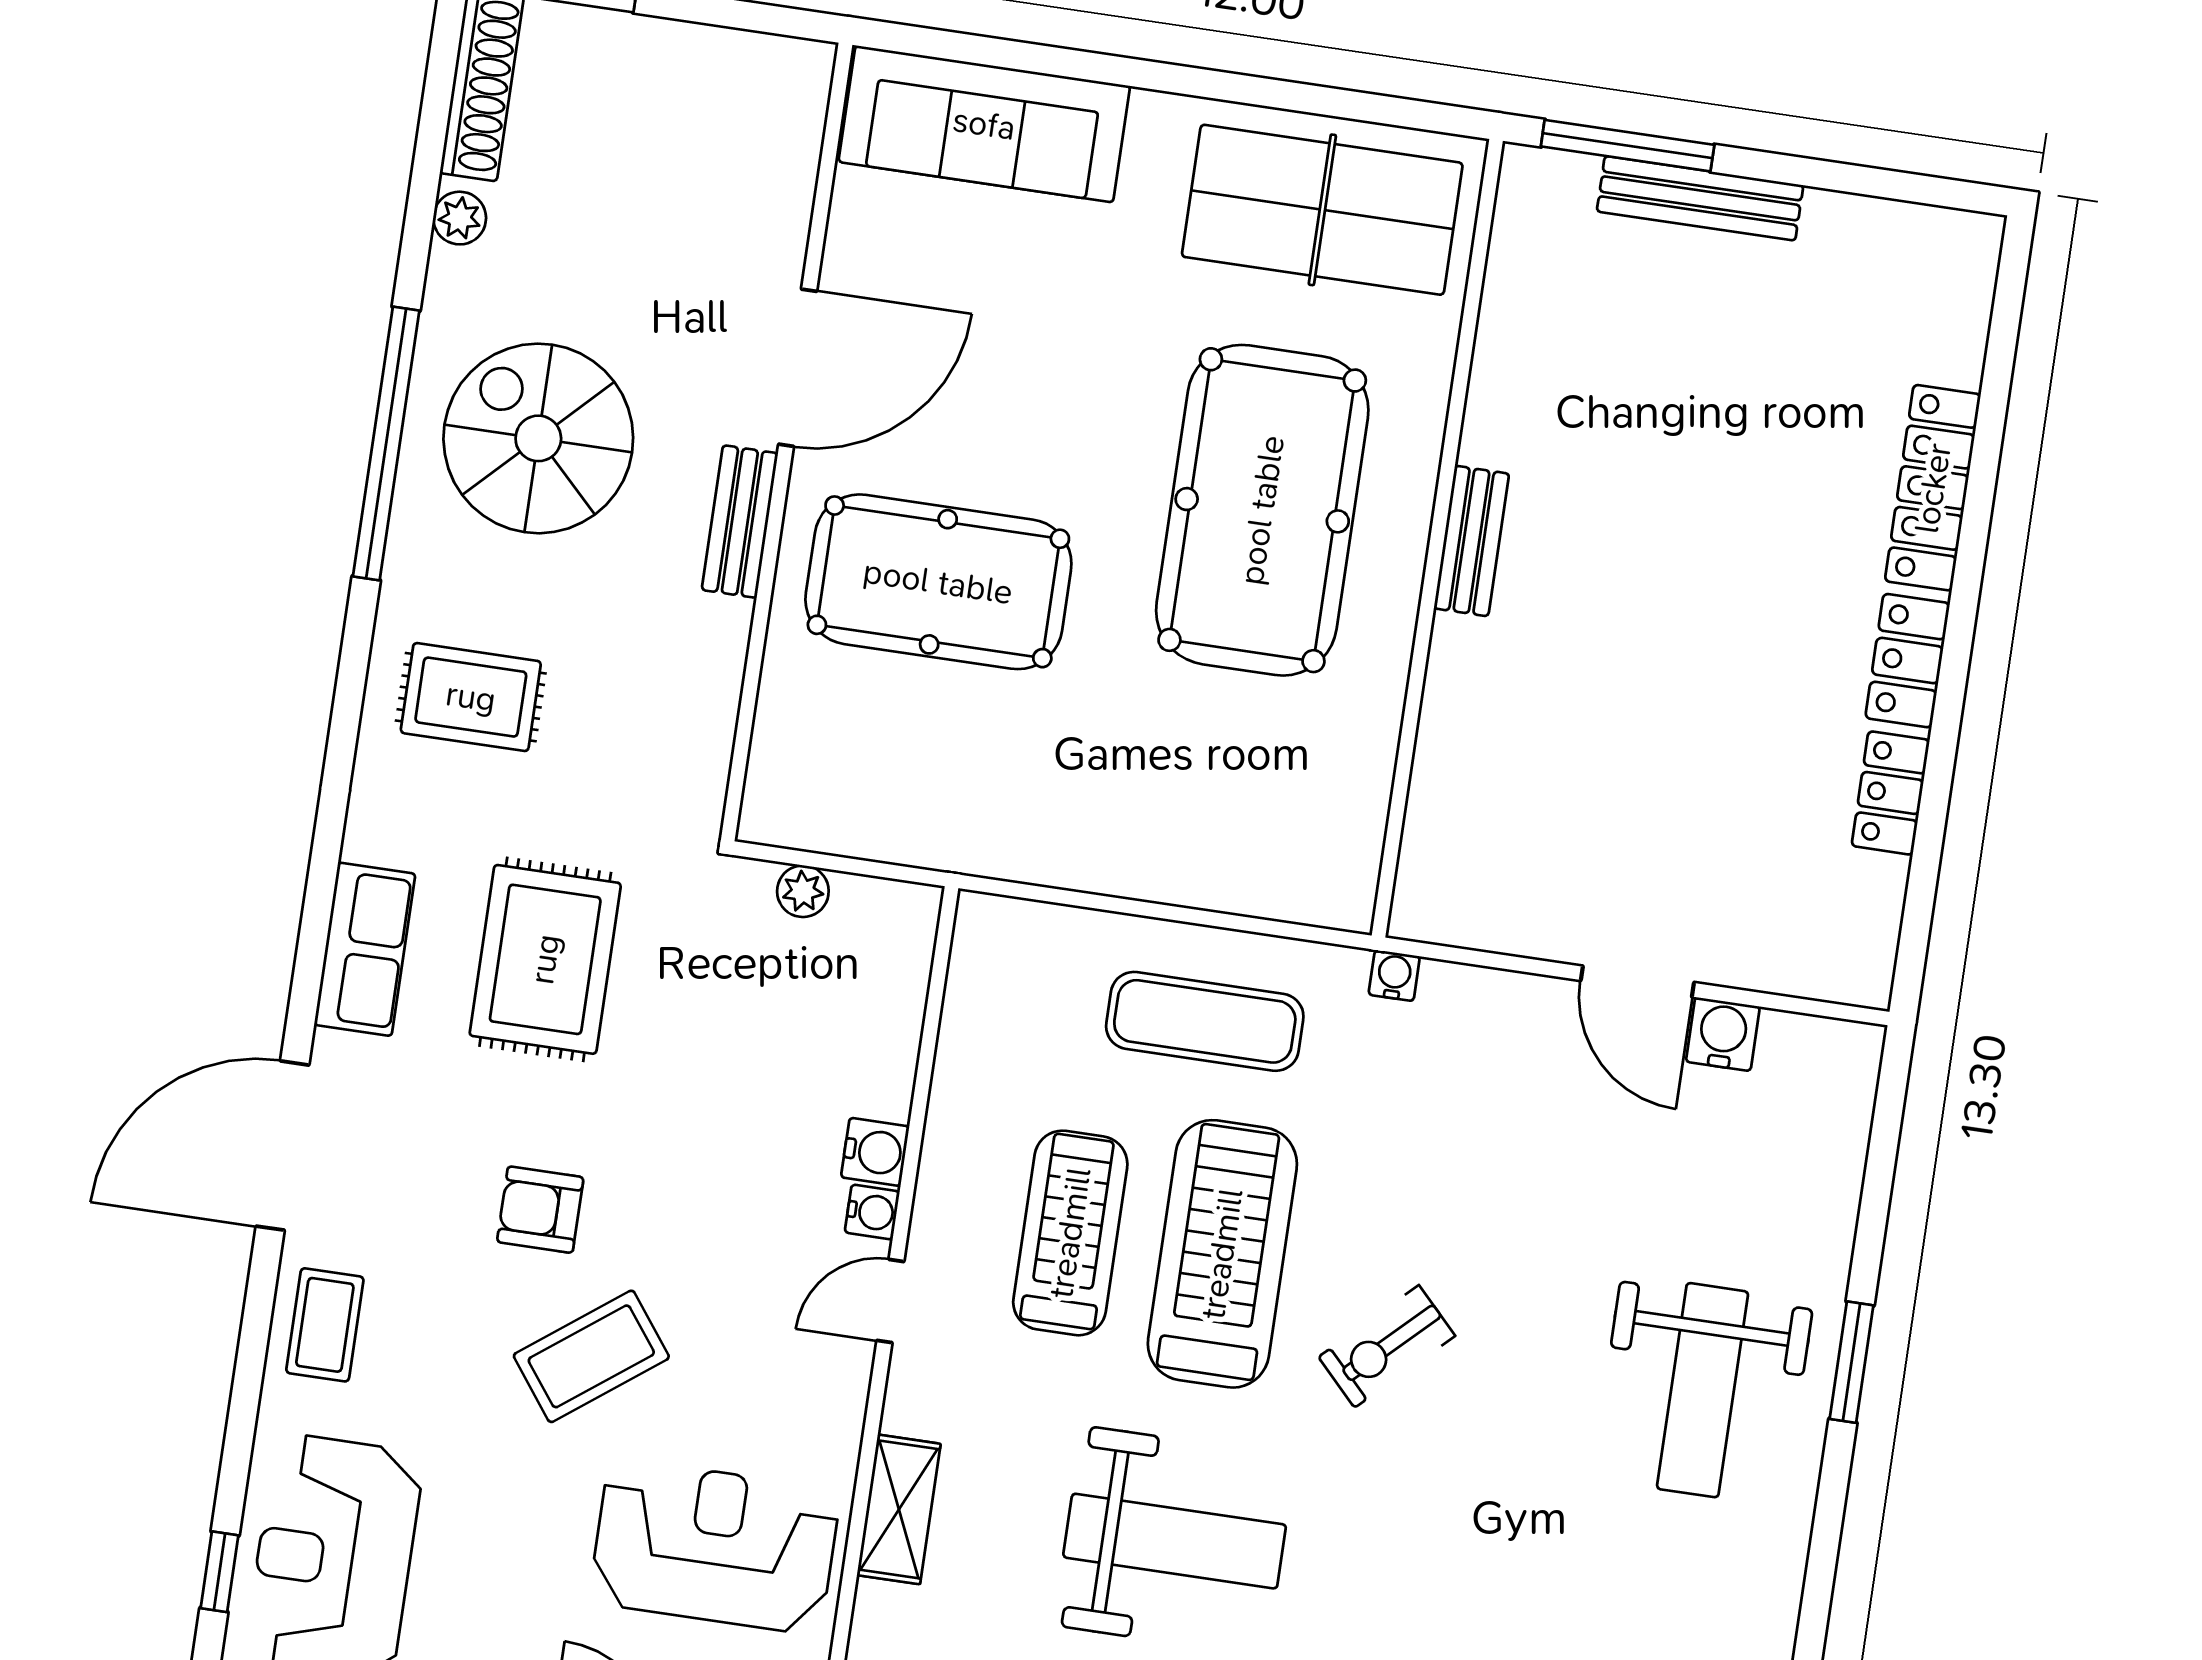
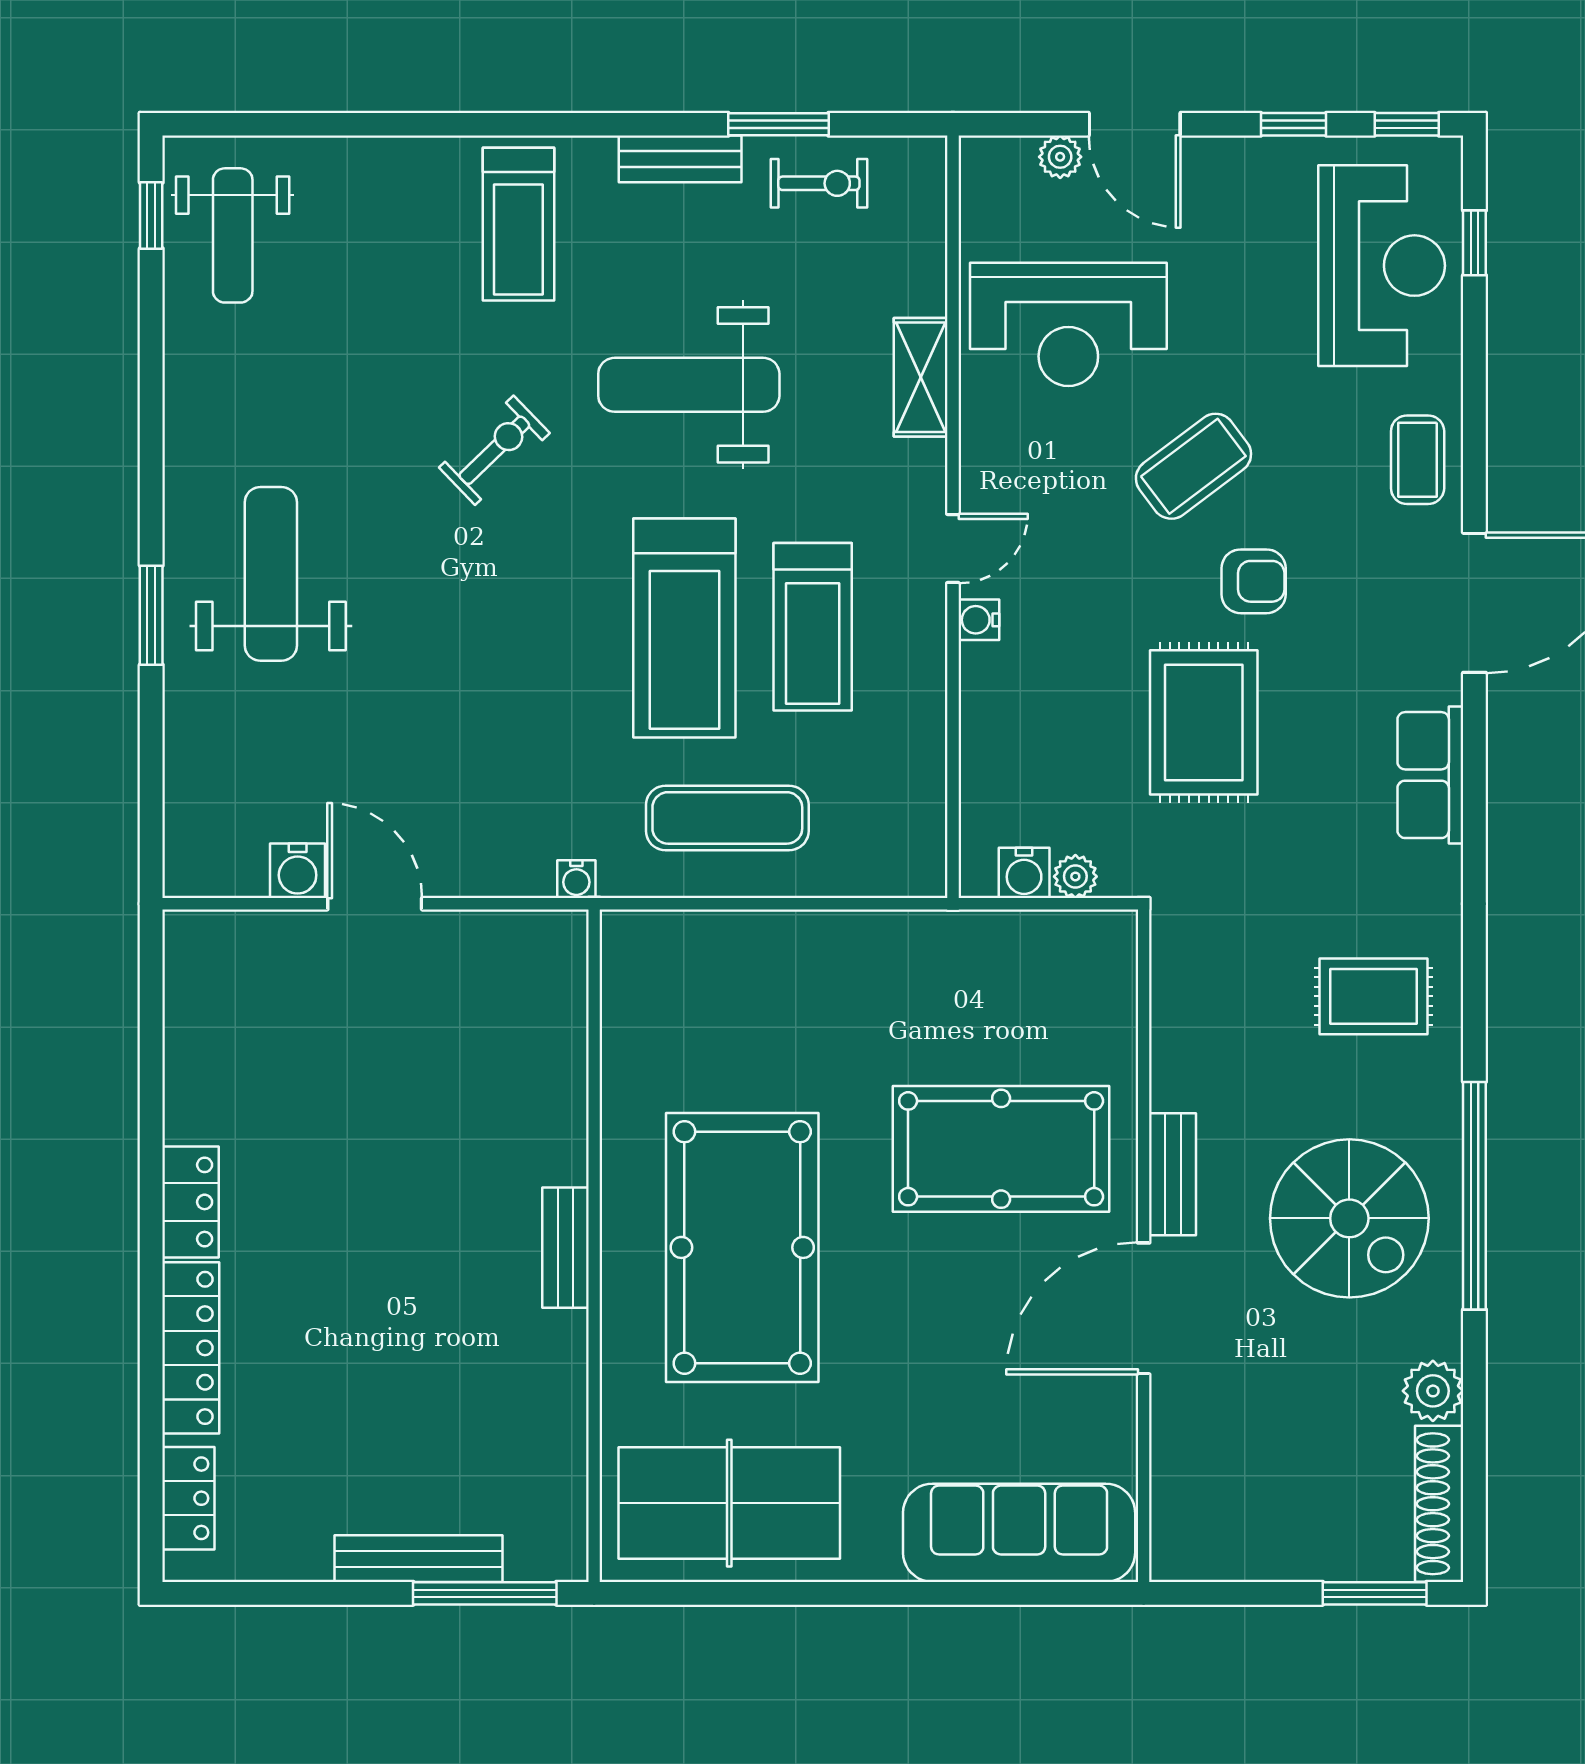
plant: (460, 218) -> (1433, 1391), width x1.38, depth x1.38
locker: (1891, 793) -> (188, 1498), moved
rug: (545, 959) -> (1204, 722), moved
water cooler: (875, 1152) -> (1024, 873), moved, turned -90
exercise bike: (1387, 1346) -> (494, 450), moved

